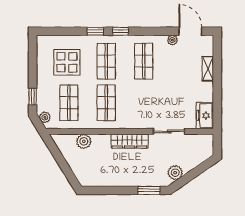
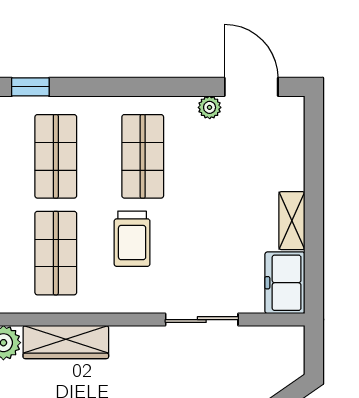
window: (120, 31) -> (89, 87), removed
shelving: (208, 69) -> (292, 221), moved
trolley: (139, 97) -> (132, 239), added
wardrobe: (129, 141) -> (66, 342), moved

